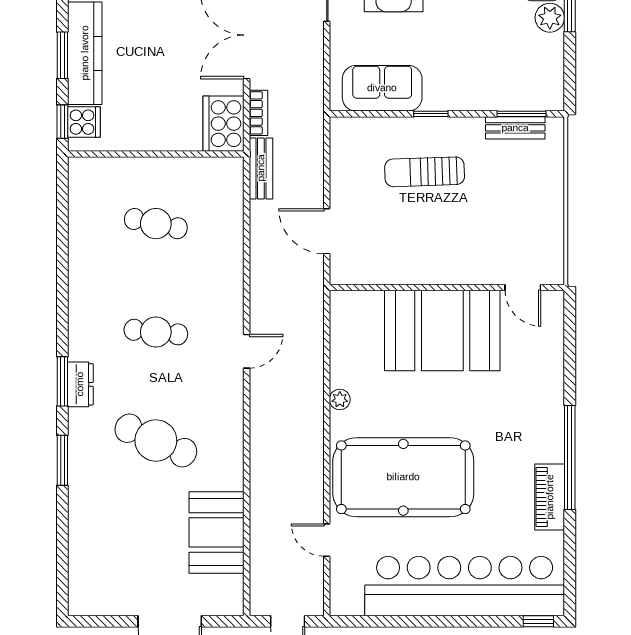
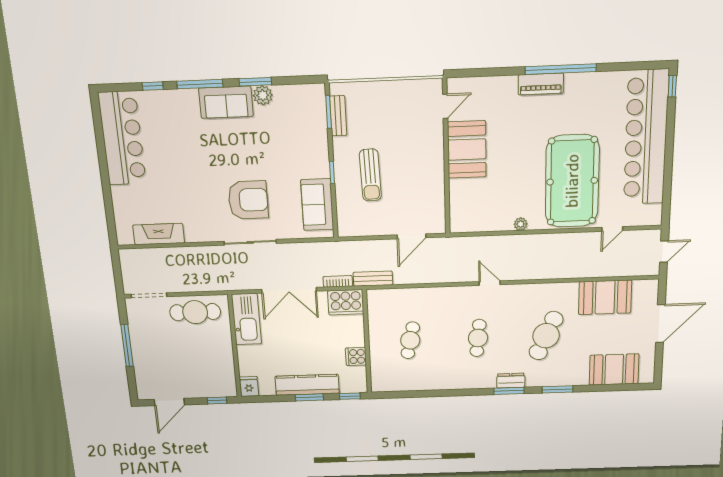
cooker: (84, 122) -> (356, 356), moved, turned -90
booth: (442, 331) -> (467, 149), width x0.73, depth x0.70
piano: (550, 497) -> (541, 84), moved
booth: (94, 551) -> (614, 369), added

